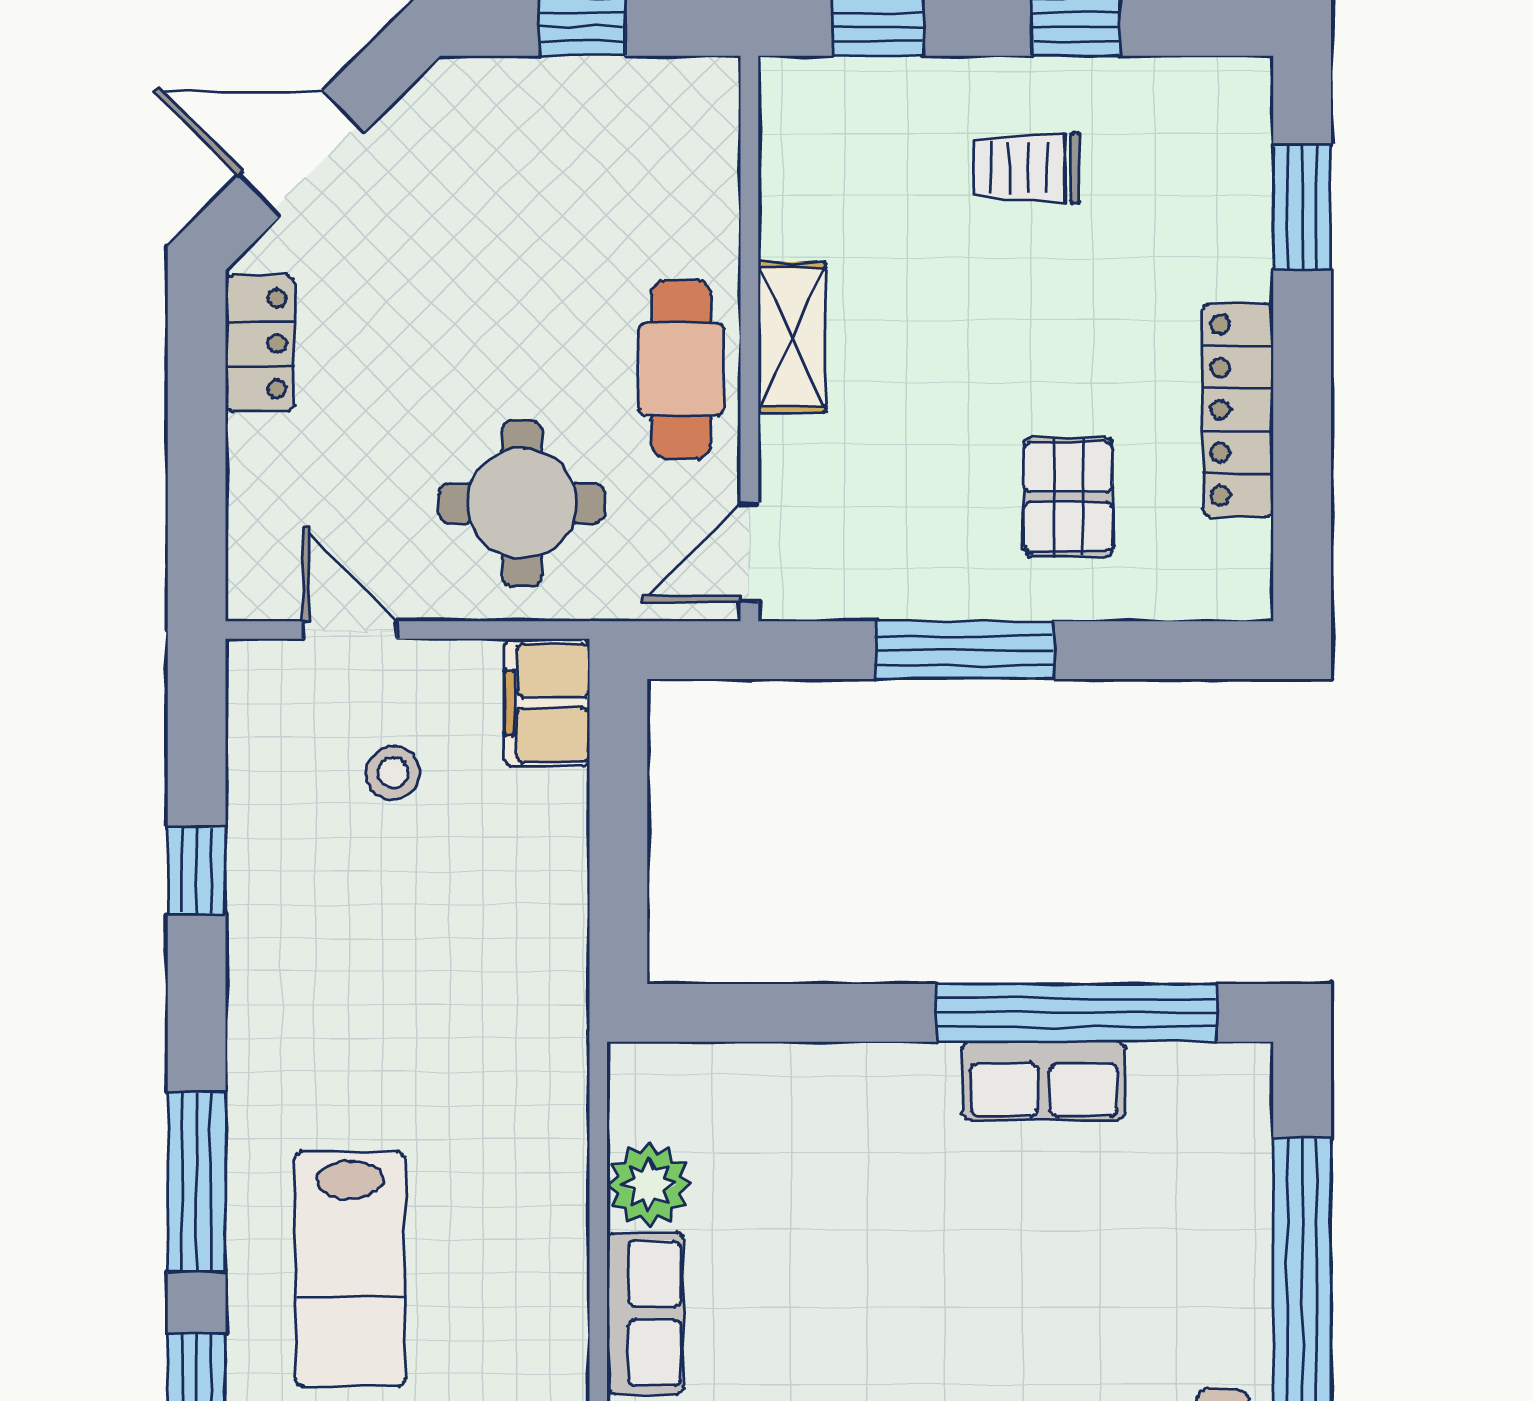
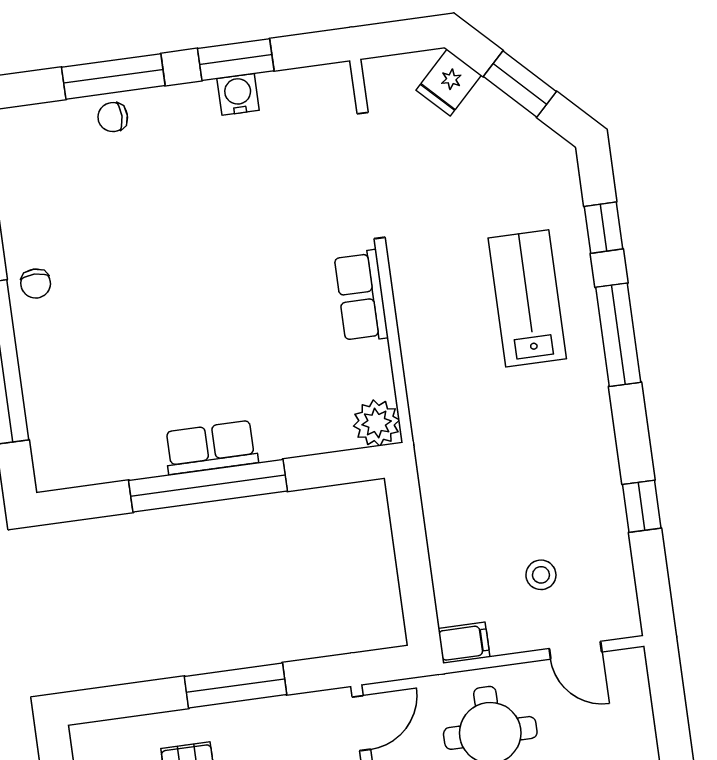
filing cabinet: (547, 703) -> (464, 643), width x0.50
window: (1076, 1013) -> (208, 486), moved
row of seats: (1044, 1081) -> (211, 447), moved
plant: (649, 1185) -> (377, 423), moved

